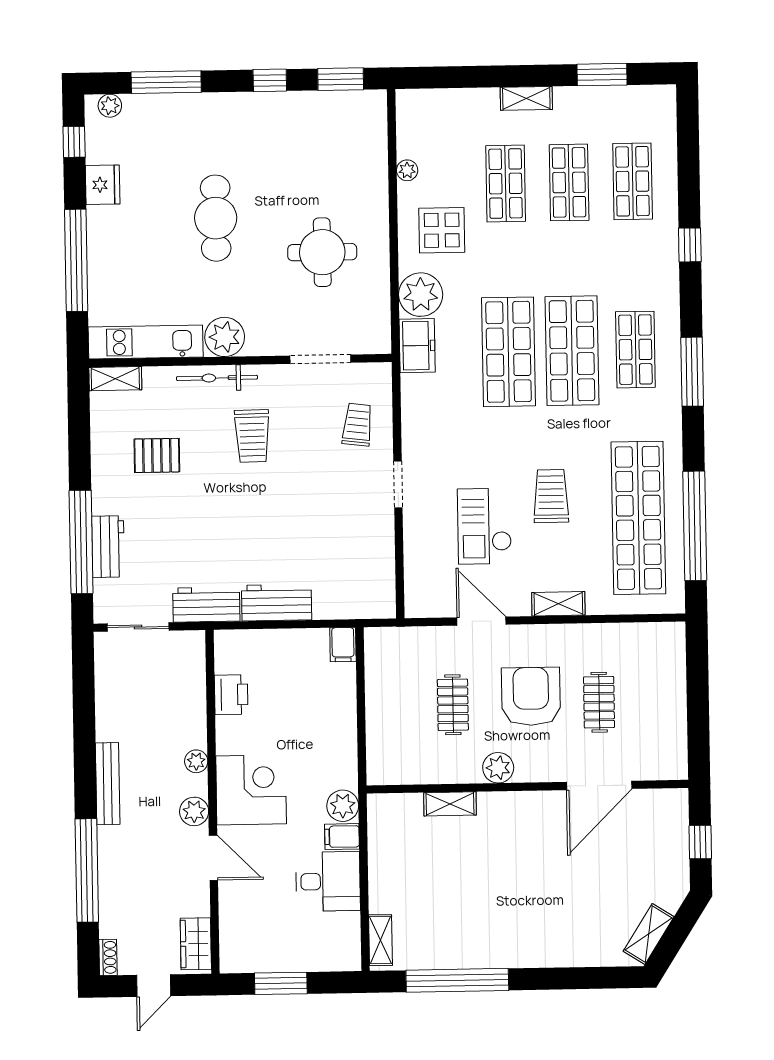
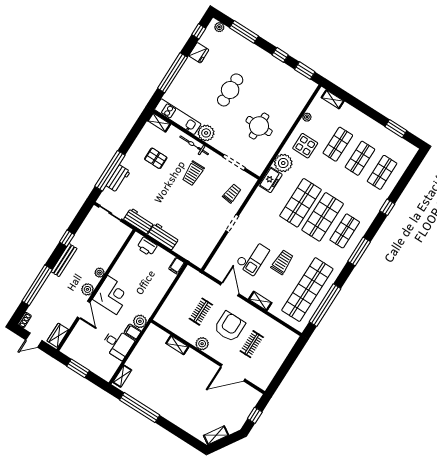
shelving: (526, 98) -> (333, 99), moved
checkout: (484, 526) -> (252, 257), turned 180
printer: (231, 695) -> (147, 247), moved, turned 90
window: (84, 736) -> (67, 238), added

